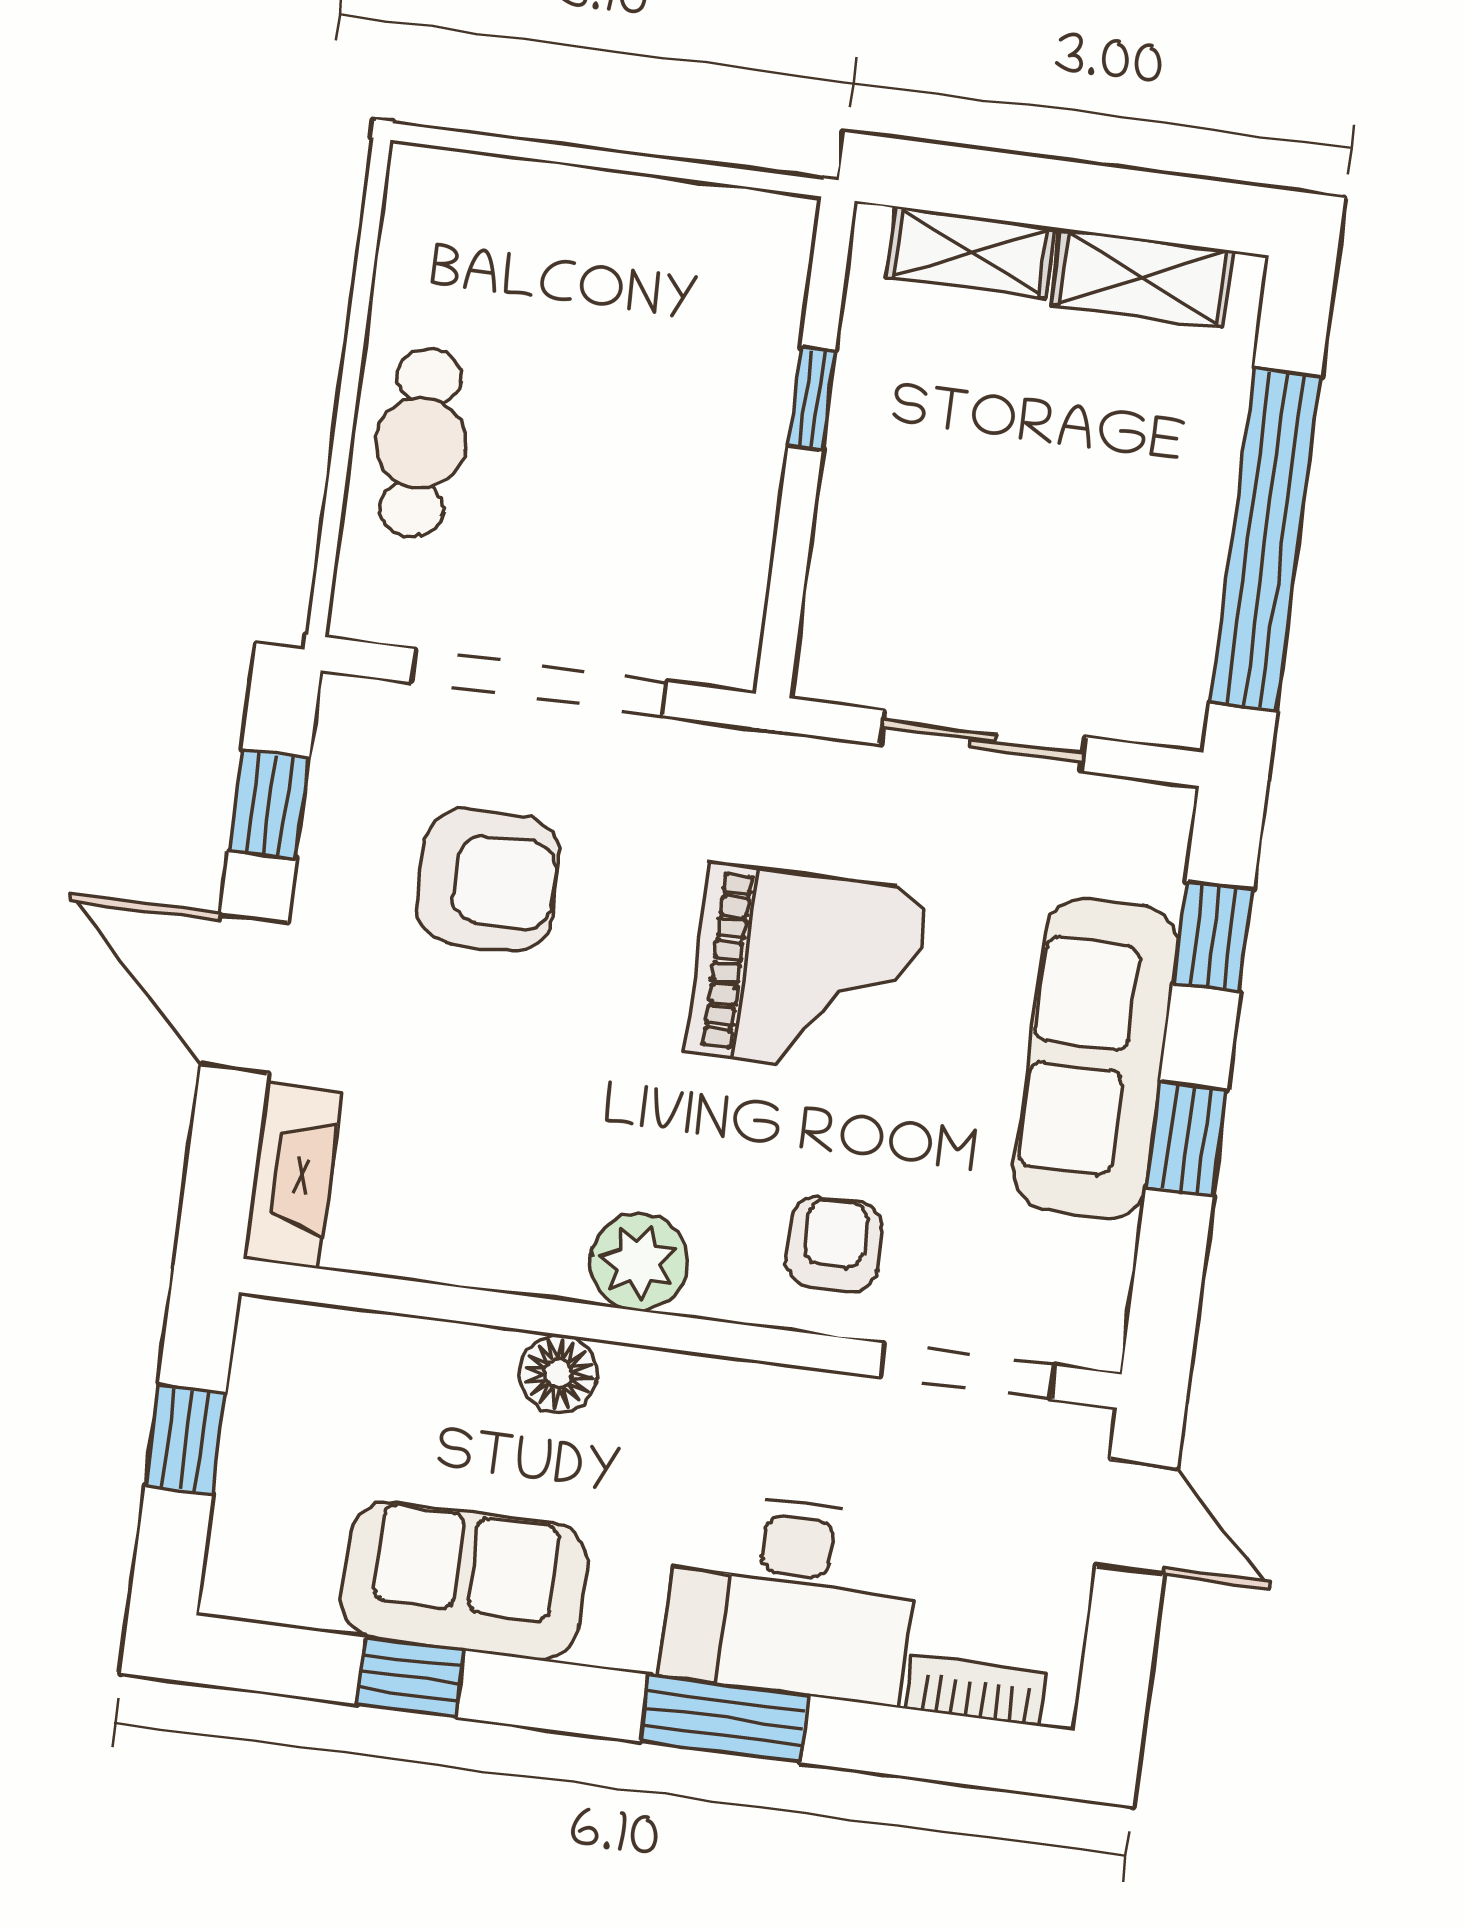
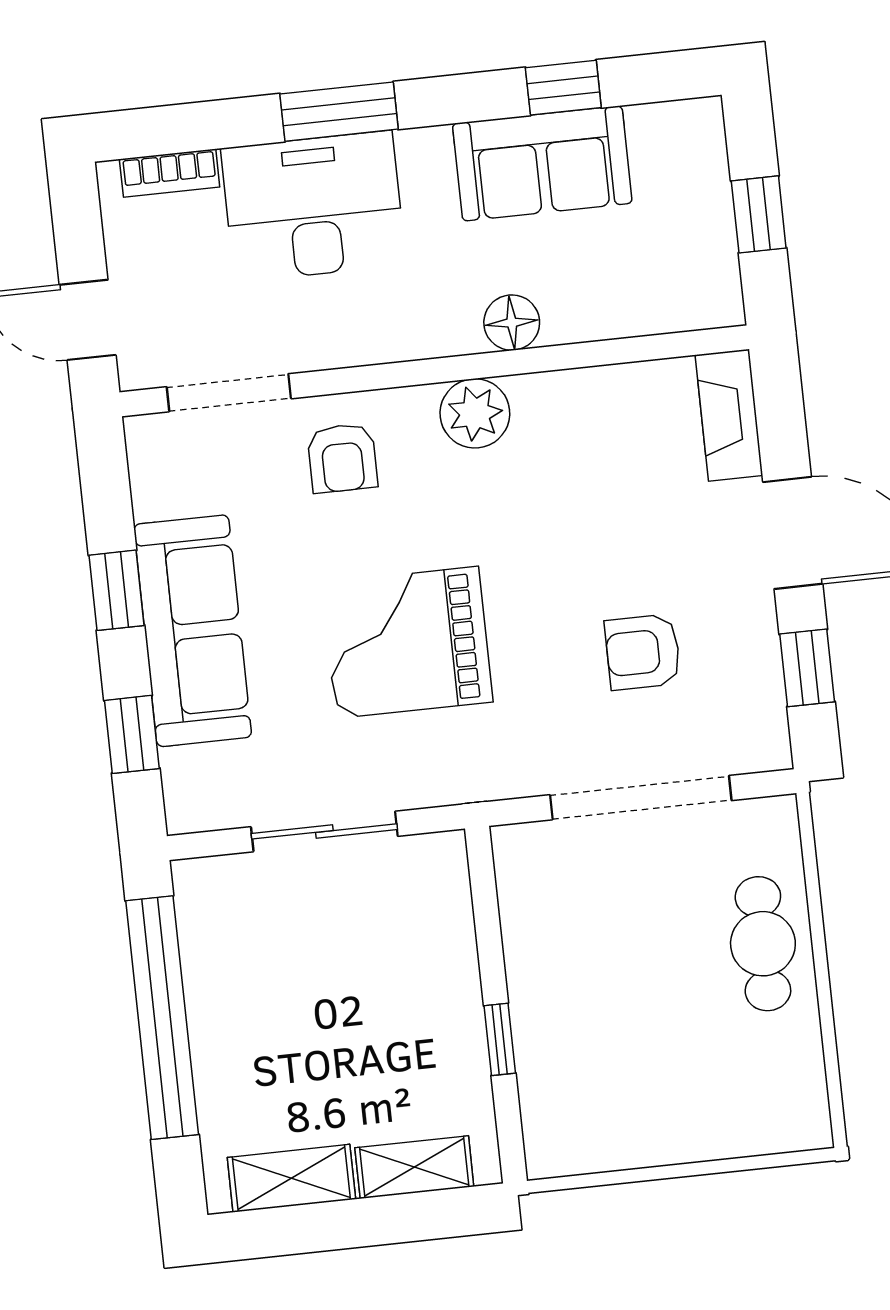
armchair: (488, 880) -> (643, 652), width x0.72, depth x0.72

